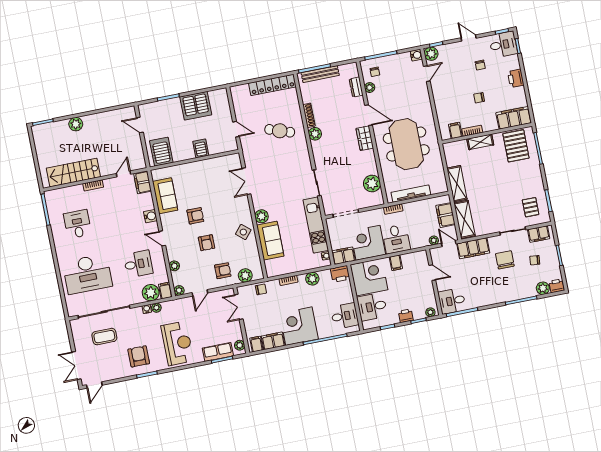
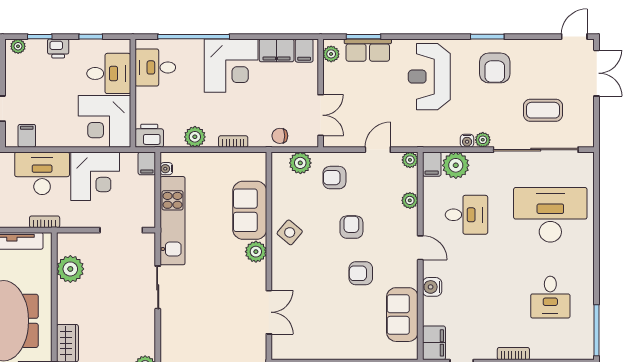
desk: (396, 239) -> (42, 173), width x1.37
filing cabinet: (343, 256) -> (147, 163), width x0.50
filing cabinet: (396, 263) -> (27, 136), moved
desk: (138, 264) -> (466, 215), turned 180
plant: (156, 308) -> (483, 140), moved

